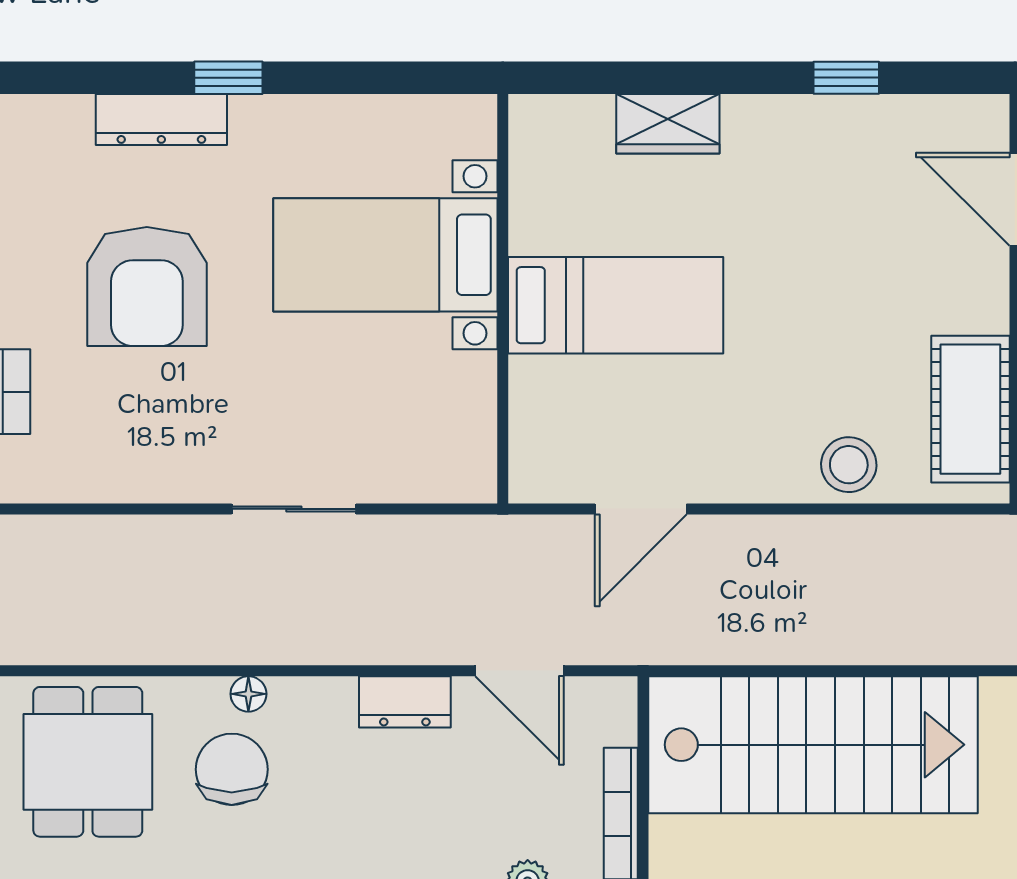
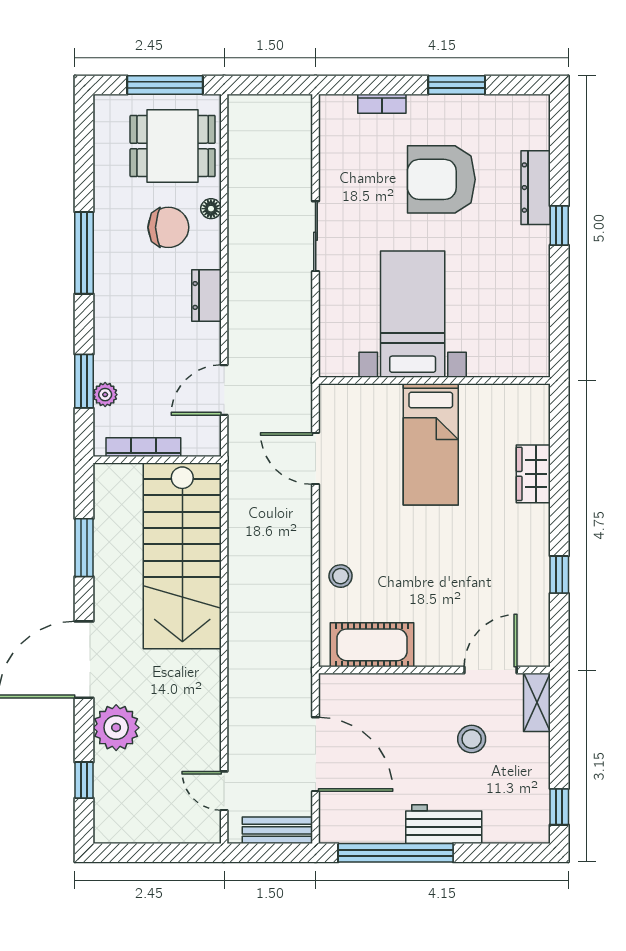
bed with nightstands: (385, 255) -> (413, 314), moved
stool: (849, 465) -> (341, 576), width x0.73, depth x0.73
sliding door: (294, 509) -> (316, 236), moved
floor lamp: (248, 694) -> (211, 209), moved
dresser: (405, 702) -> (206, 295), moved

